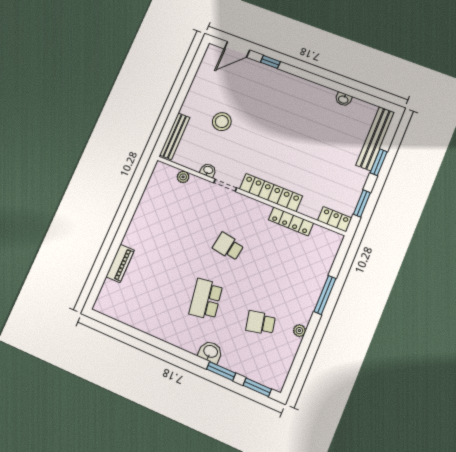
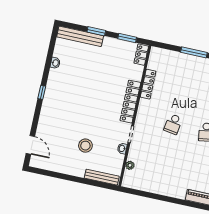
window: (270, 62) -> (42, 92), moved

